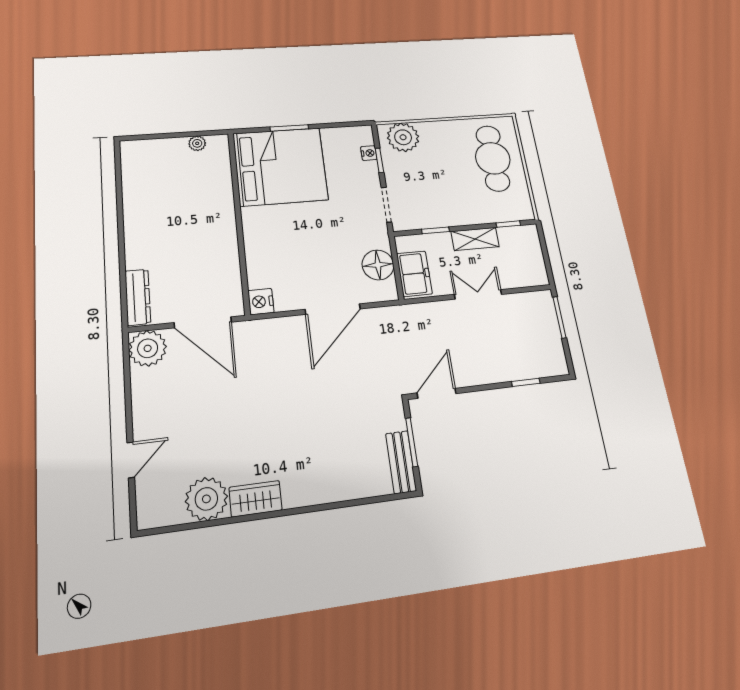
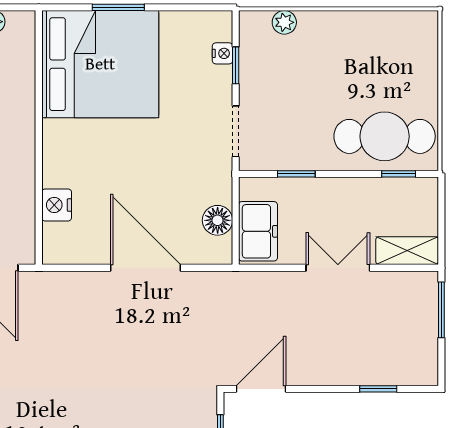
plant: (403, 137) -> (284, 22), width x0.53, depth x0.53
cafe table: (493, 158) -> (385, 136), moved, turned 90
shelving: (475, 239) -> (407, 251), moved
floor lamp: (378, 265) -> (218, 220), width x0.73, depth x0.73
nightstand: (261, 302) -> (57, 205), moved
door: (333, 309) -> (146, 268), swing flipped

